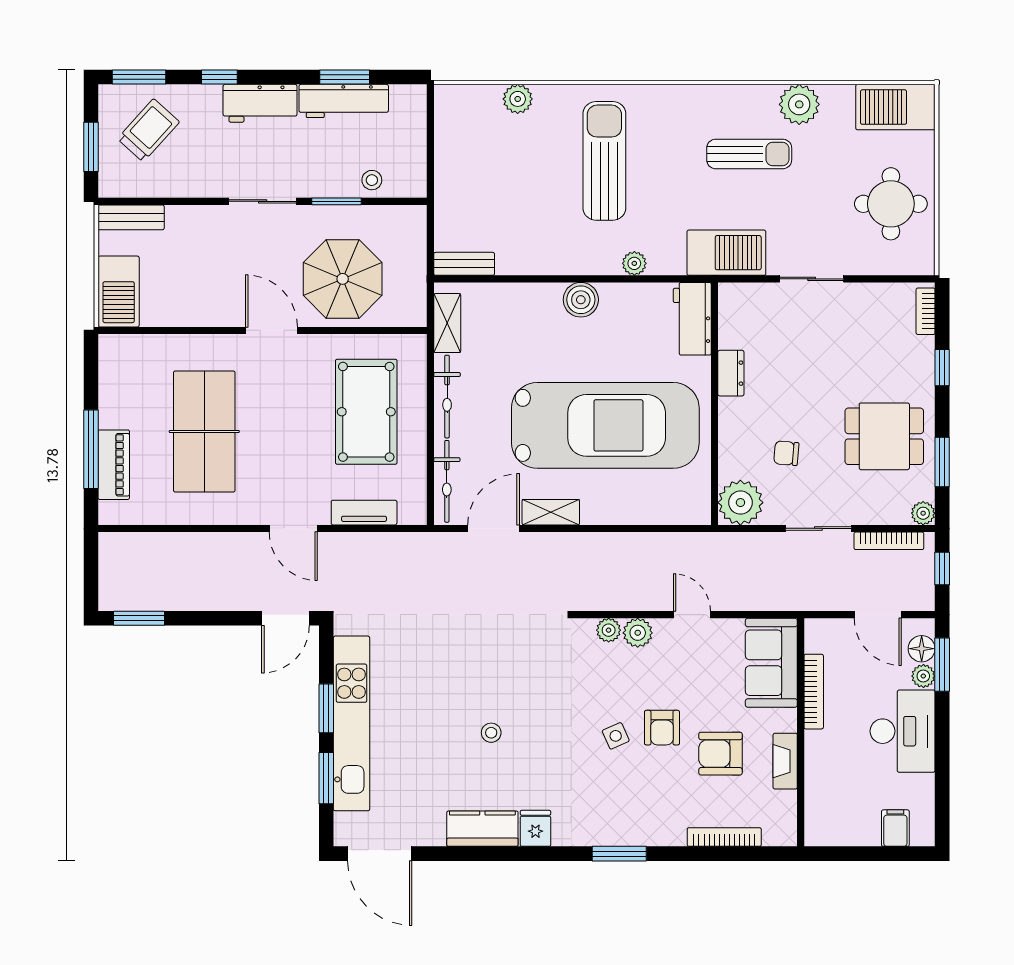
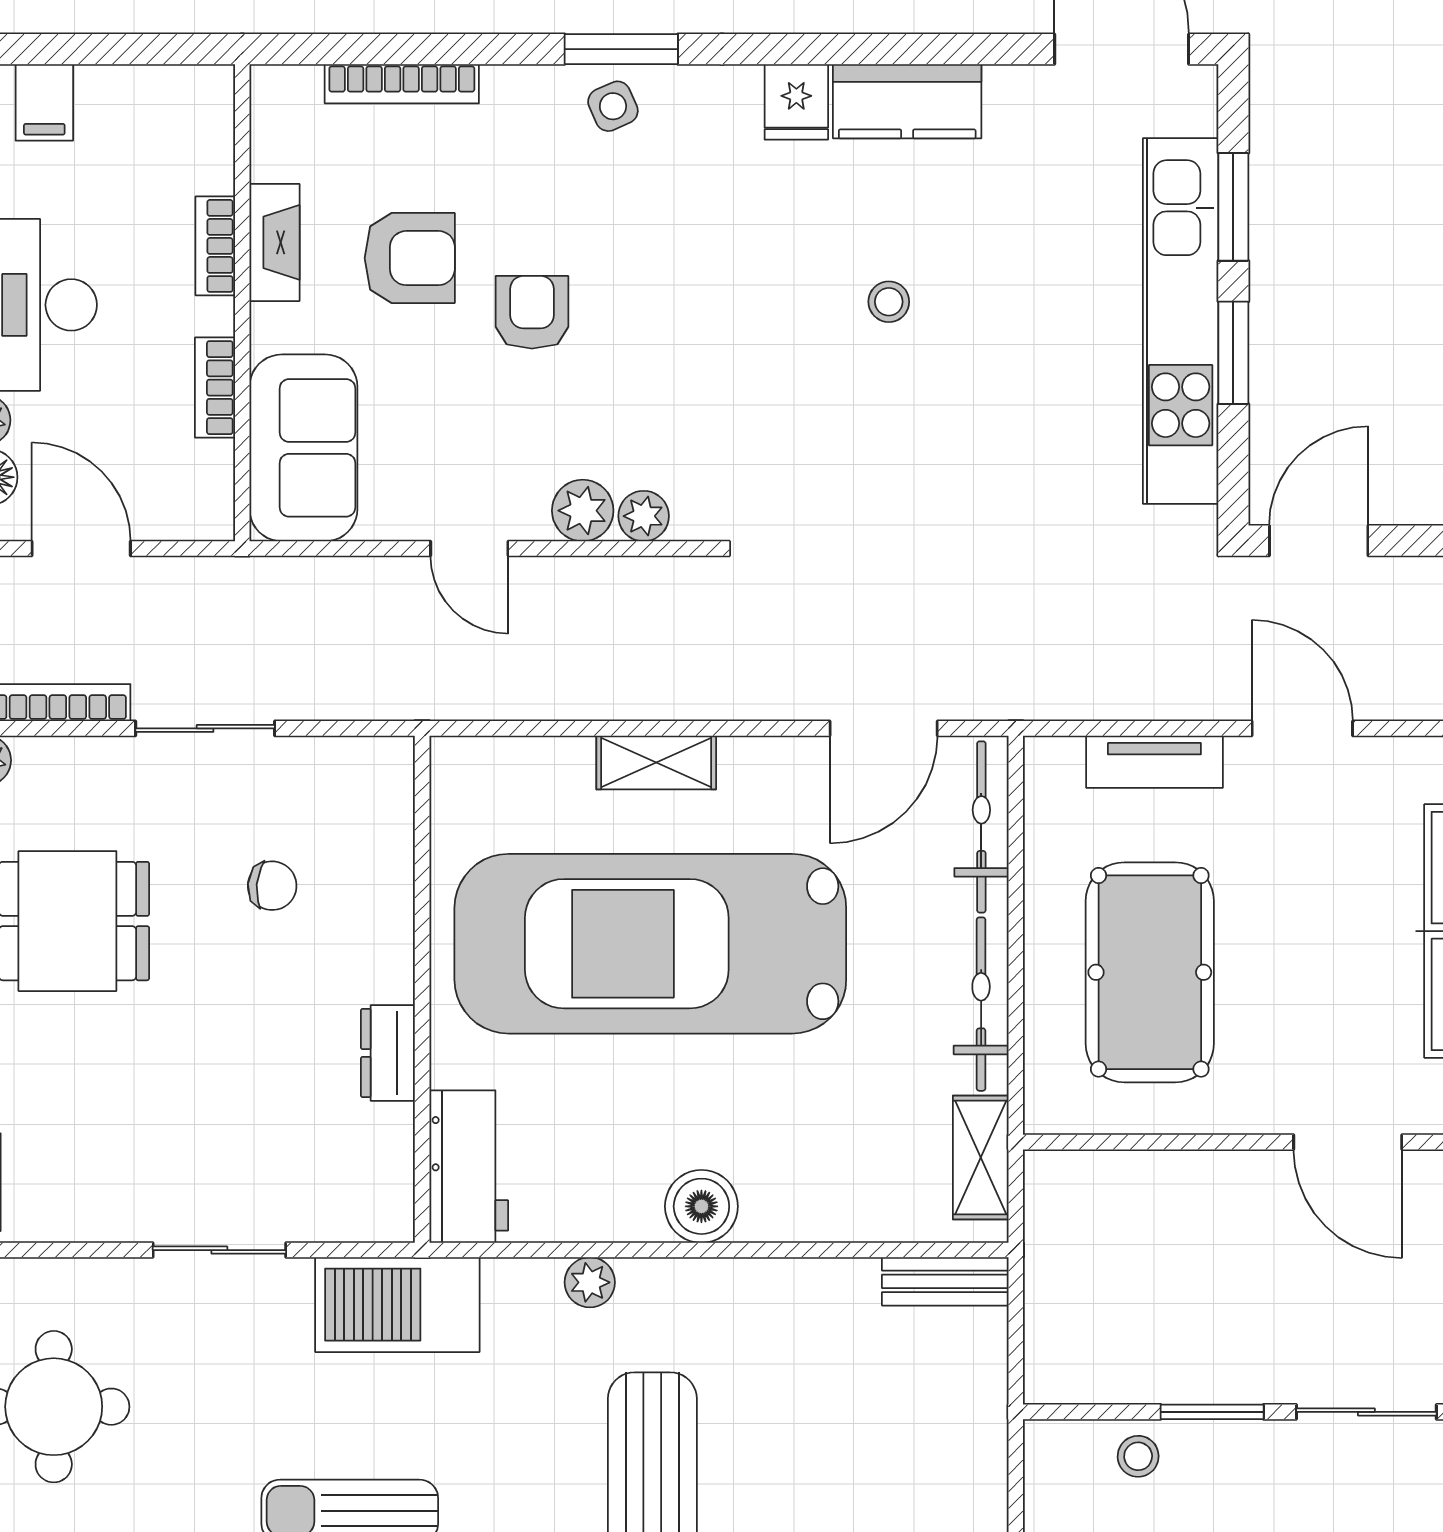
parasol: (343, 279) -> (1199, 1250), removed
plant: (740, 503) -> (368, 783), removed
shelving: (551, 512) -> (656, 762), moved
bookcase: (814, 692) -> (215, 388), width x0.64
side table: (616, 736) -> (613, 106), moved
bookcase: (814, 759) -> (215, 246), added

